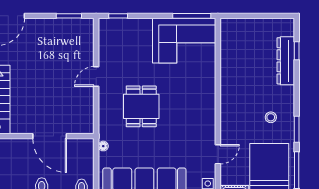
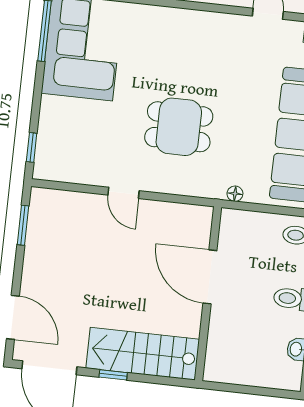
door: (50, 136) -> (210, 277), swing flipped

